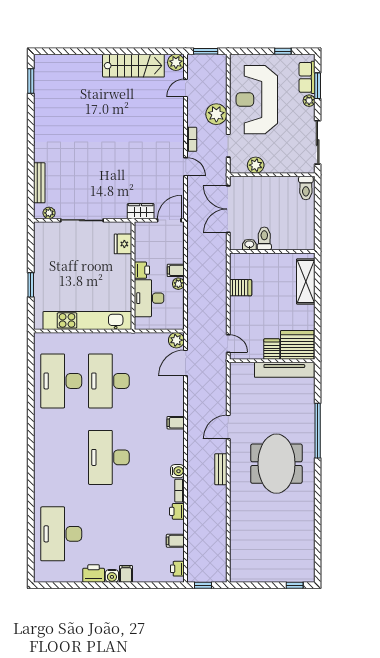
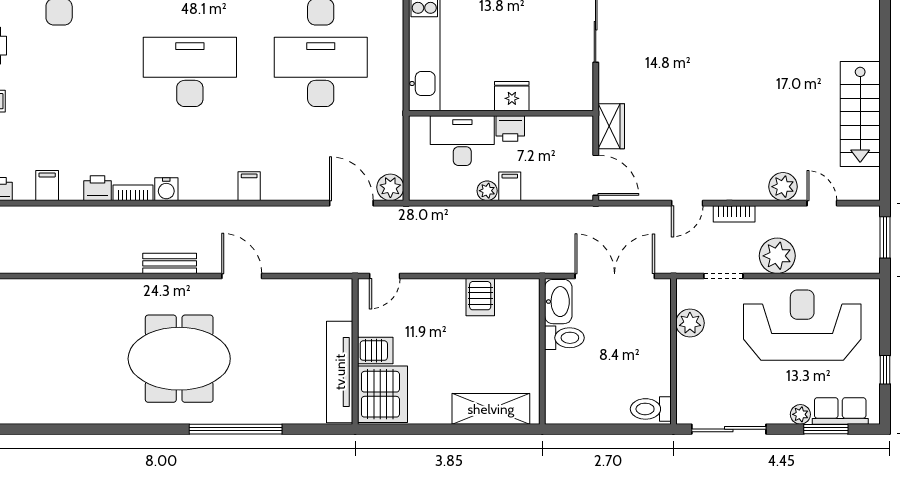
plant: (176, 62) -> (783, 187), moved
fridge: (123, 244) -> (512, 96), moved
washbasin: (249, 245) -> (558, 302), width x1.91, depth x1.45

